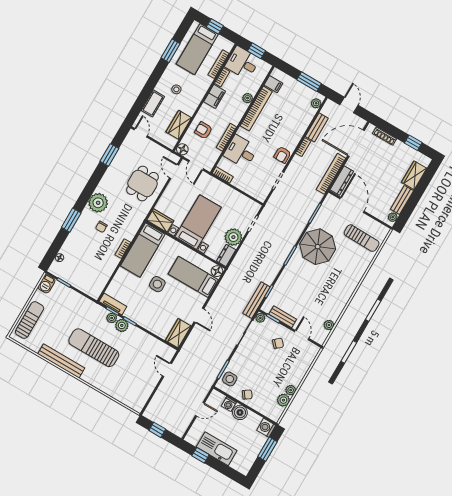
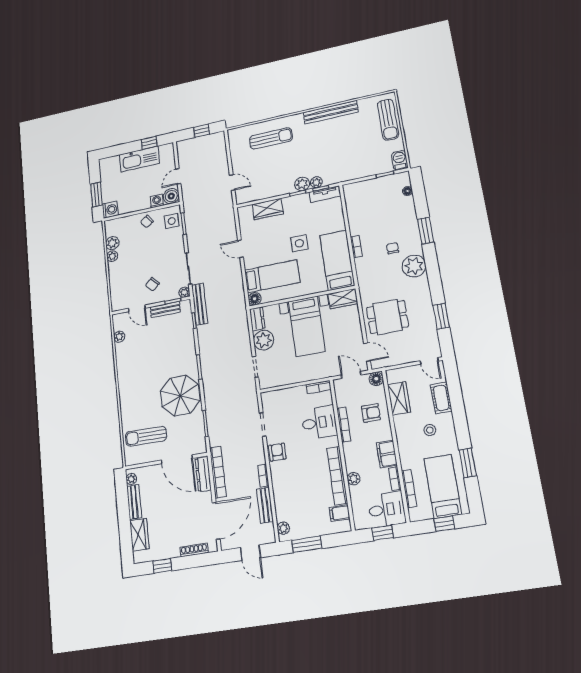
dining table: (143, 183) -> (387, 317), turned 90
wardrobe: (178, 333) -> (268, 209), moved, turned 90
sun lounger: (94, 348) -> (271, 138), moved, width x0.73, depth x0.75
boiler: (240, 412) -> (171, 196), moved

